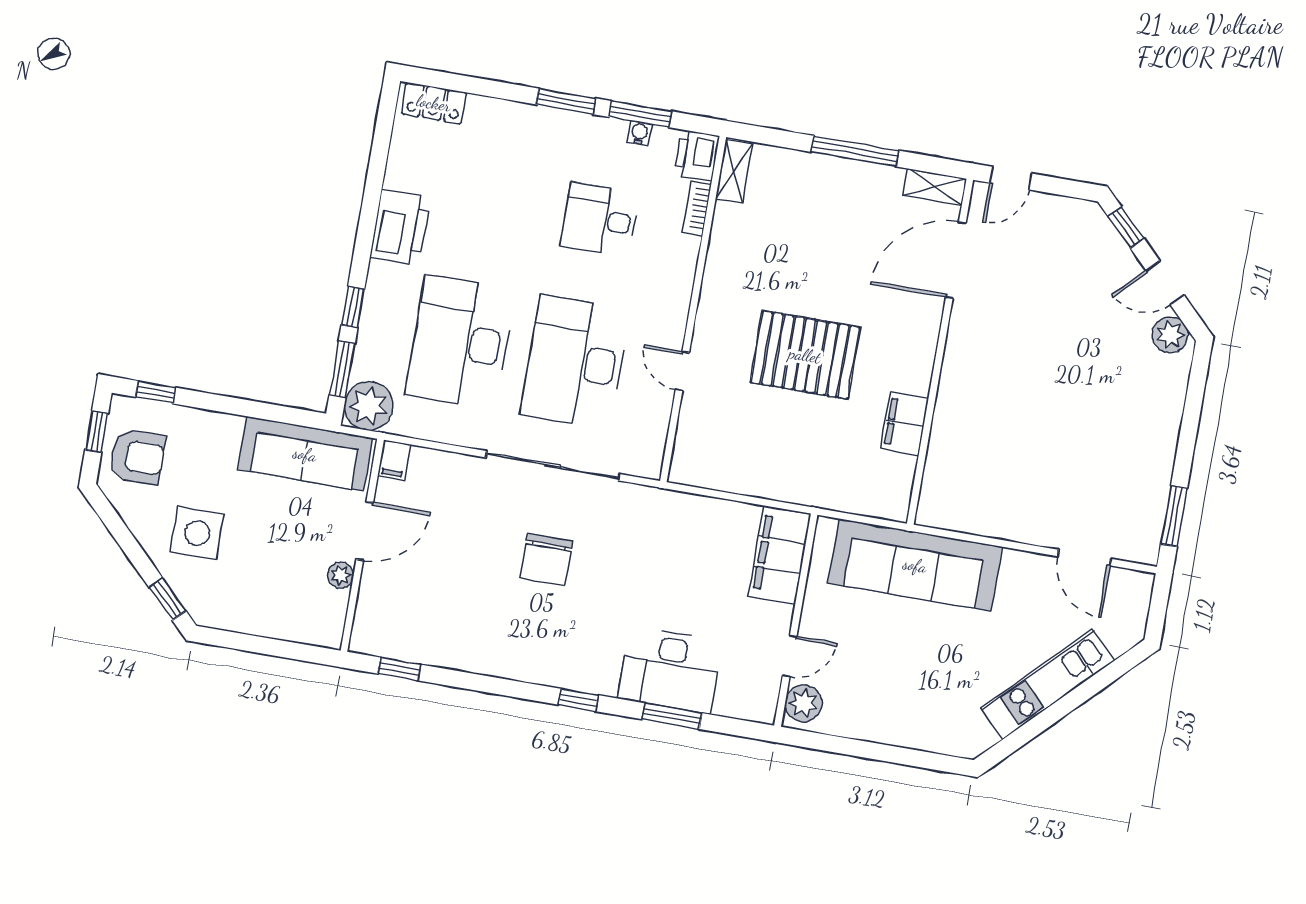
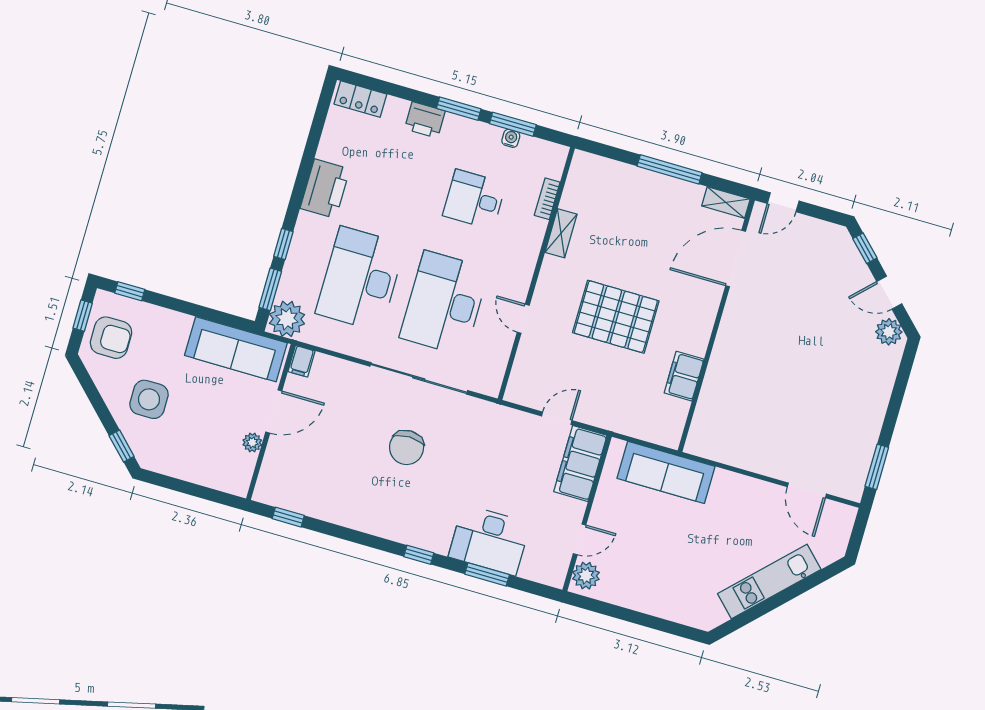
printer: (697, 156) -> (425, 120), moved, turned -90
shelving: (734, 171) -> (561, 233), moved
door: (742, 498) -> (557, 418), added
sofa: (915, 565) -> (666, 472), width x0.74, depth x0.79

